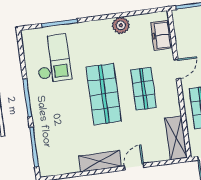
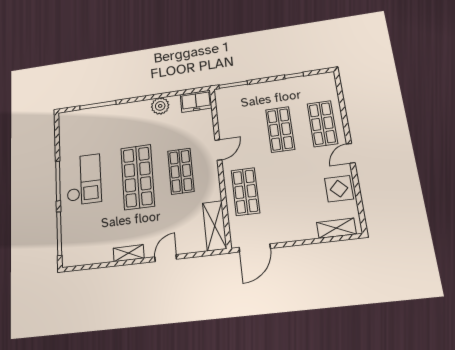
freezer: (162, 35) -> (196, 101), moved, turned -90
checkout: (53, 58) -> (84, 179), moved
shelving: (100, 161) -> (129, 253), width x0.67, depth x0.75

